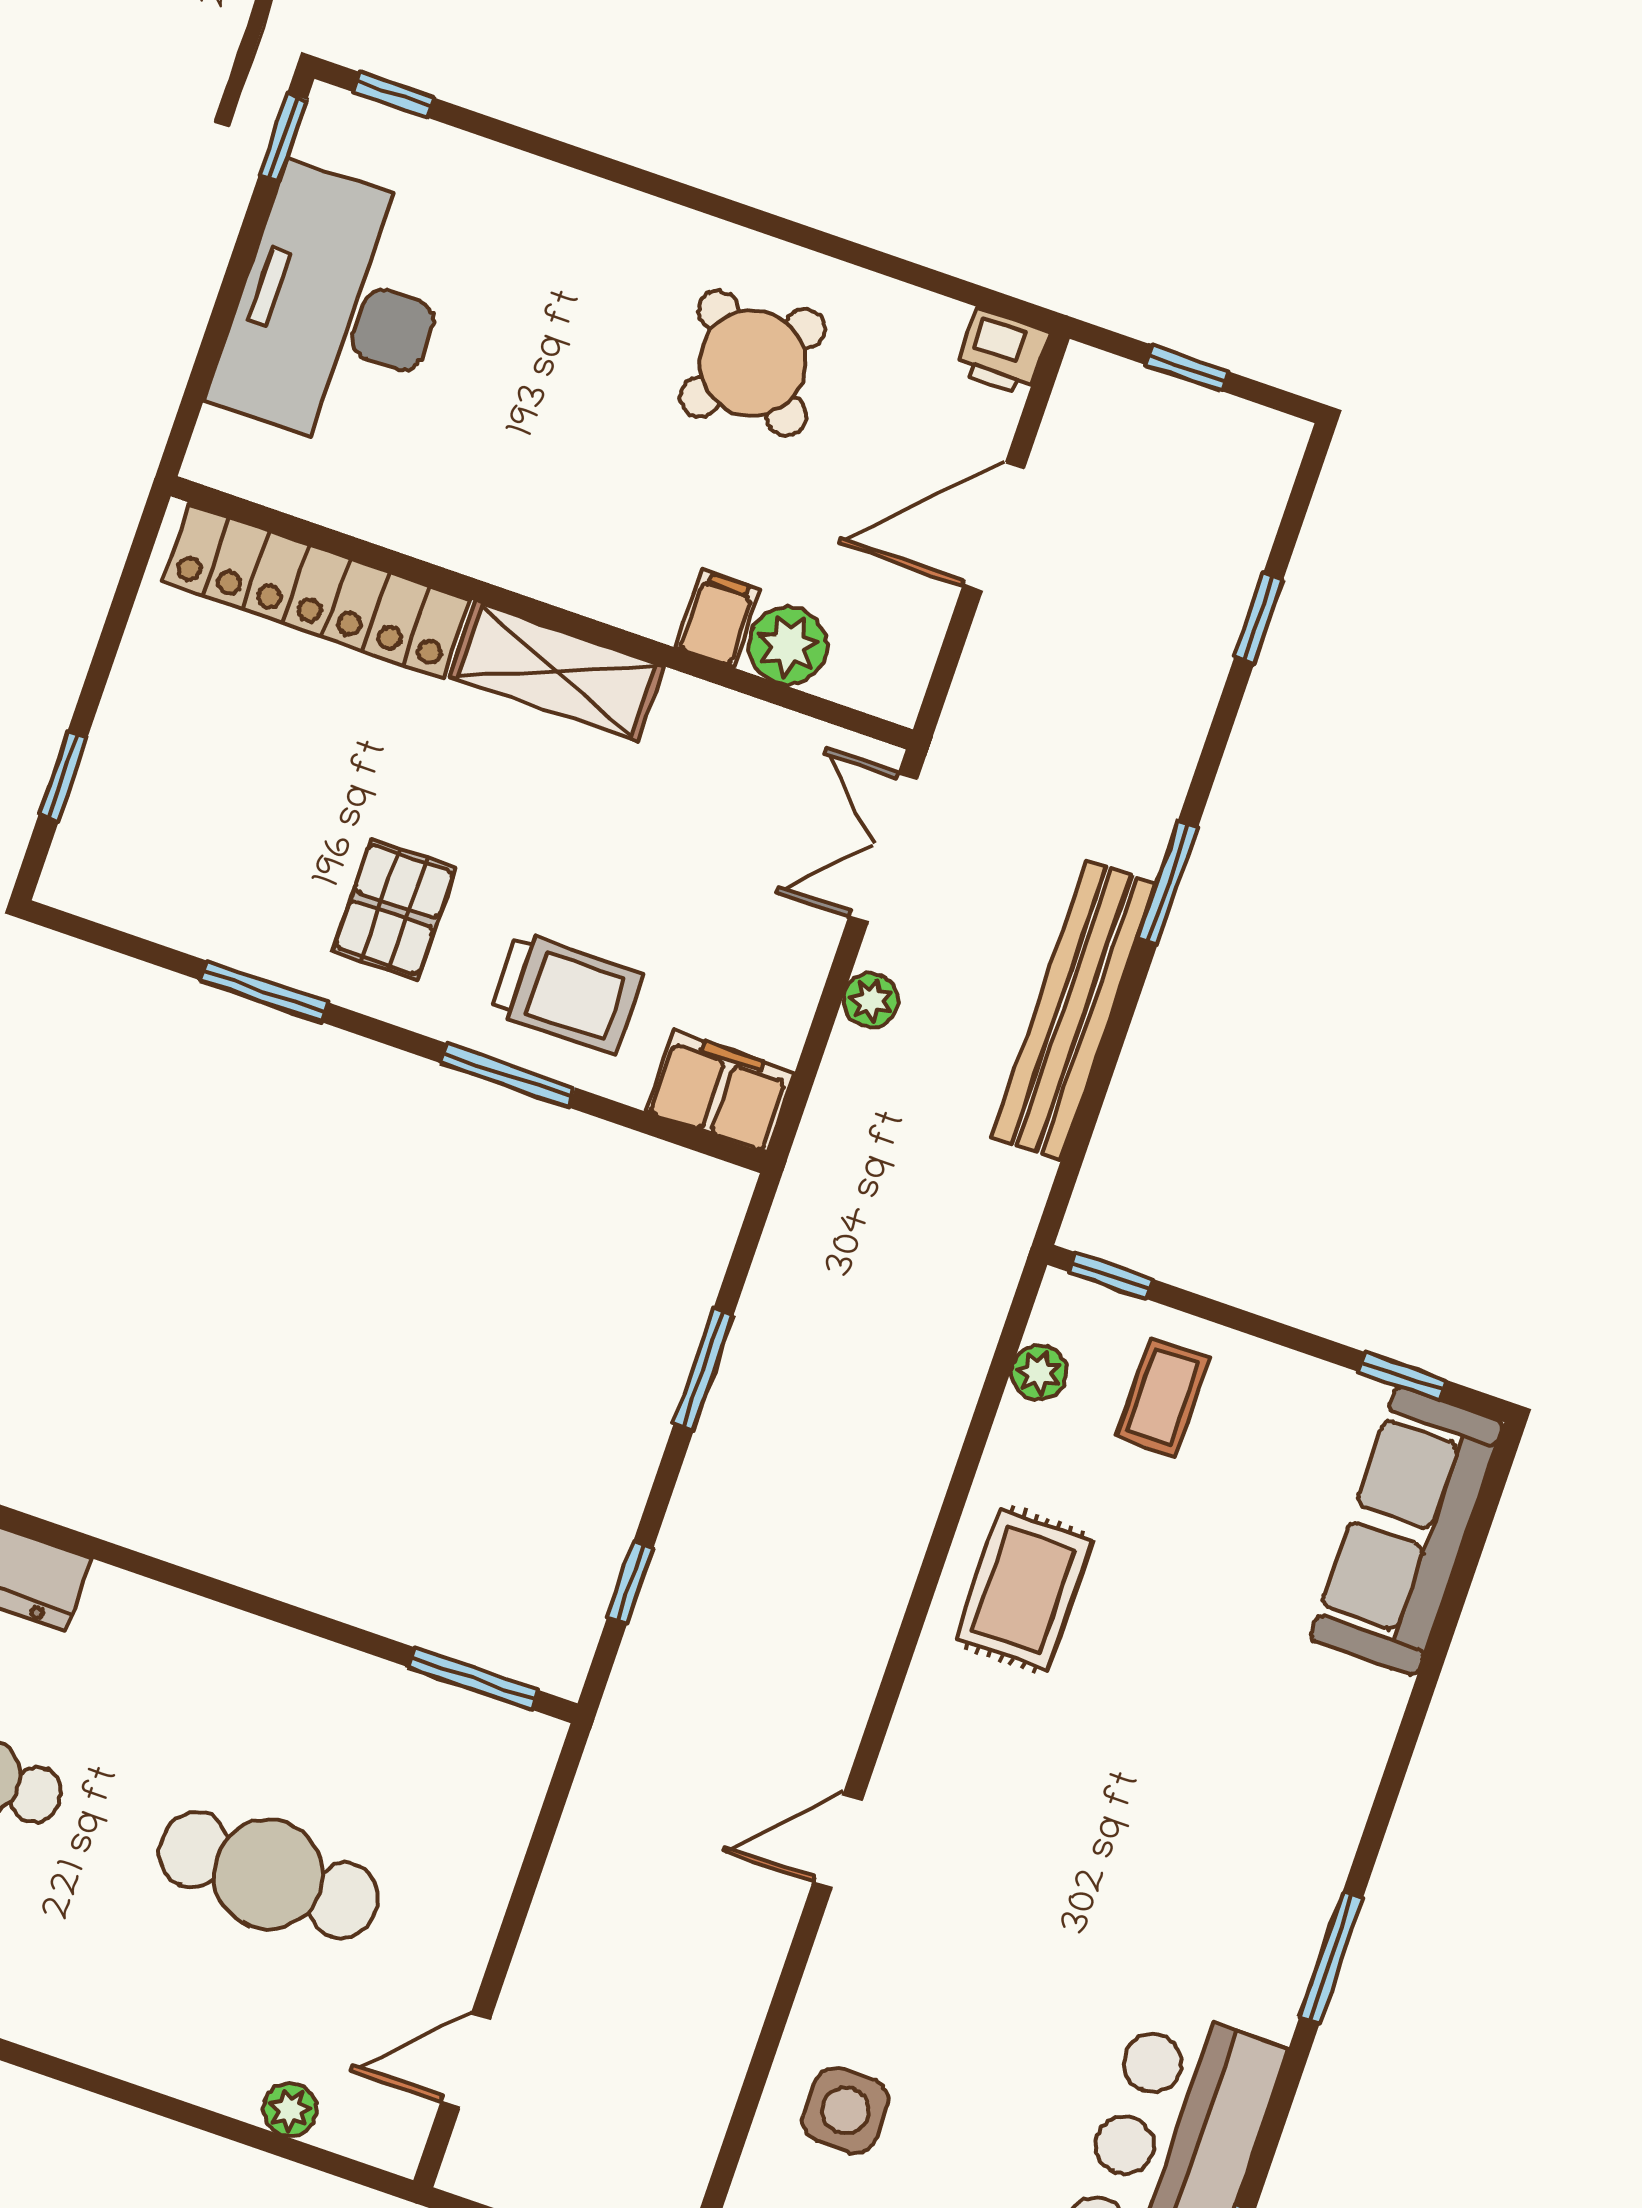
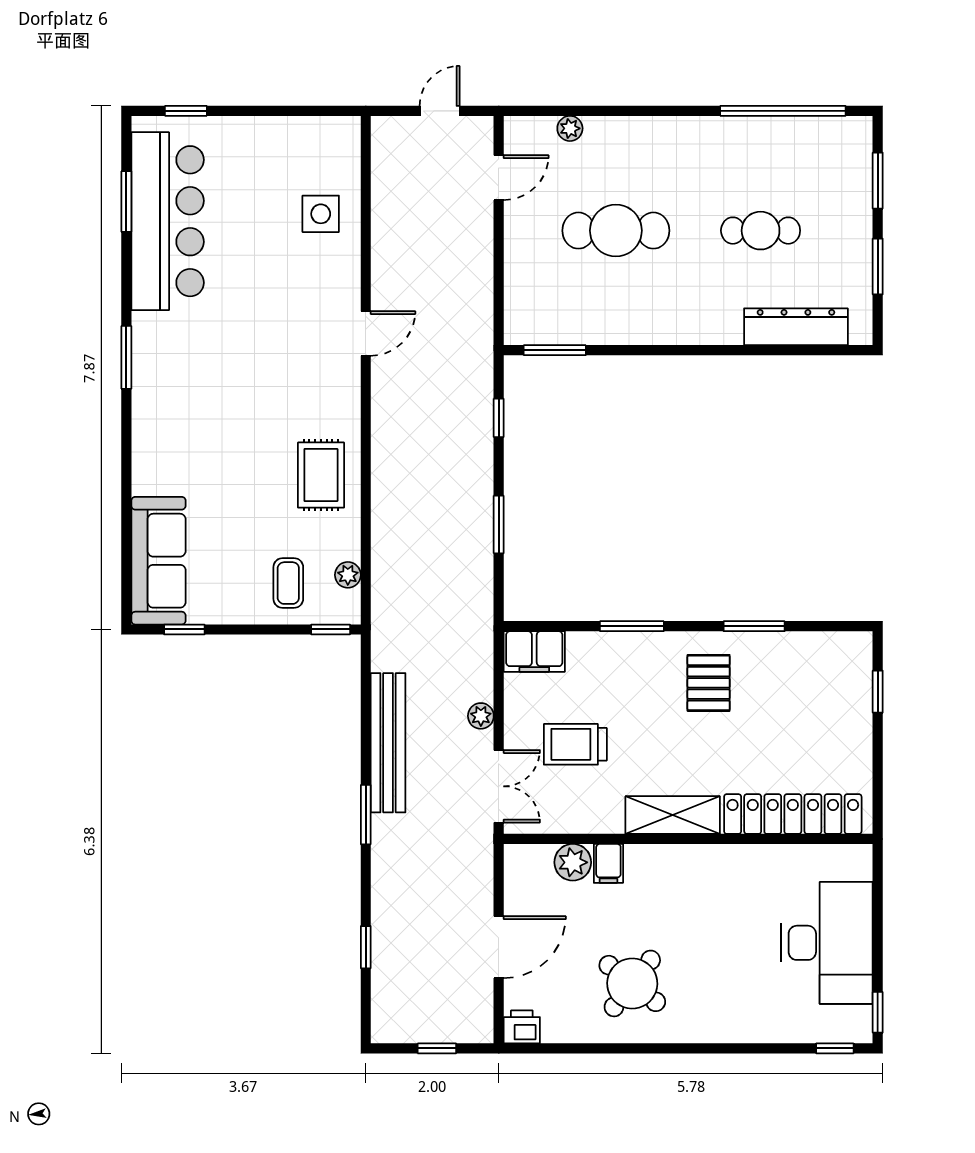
trolley: (567, 993) -> (575, 744), moved

